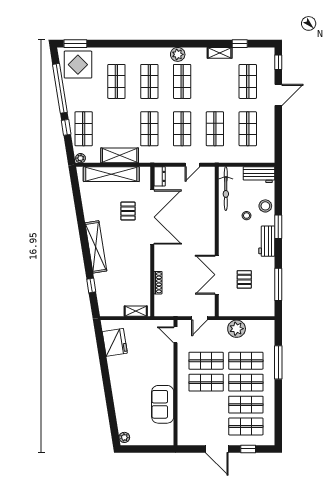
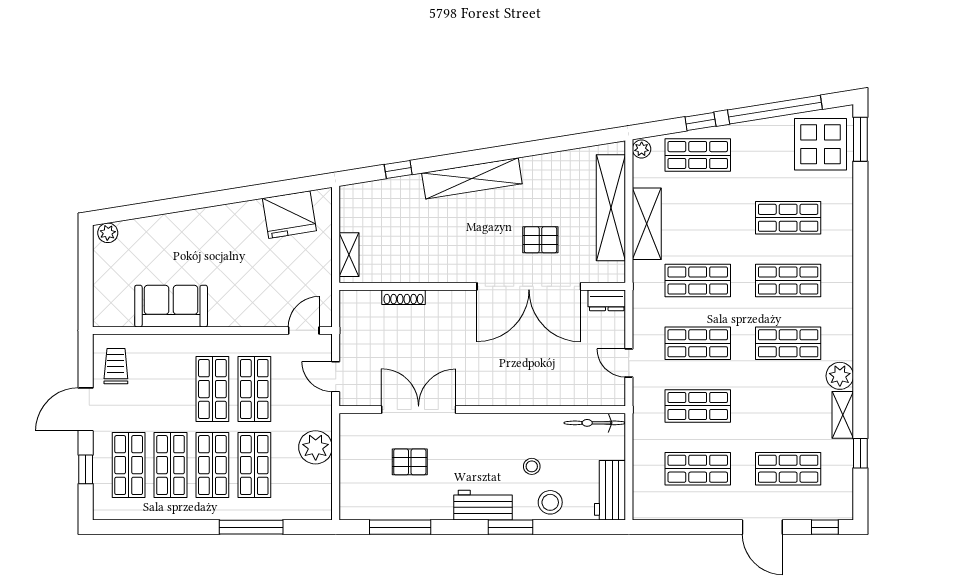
plant: (178, 54) -> (840, 376), moved
bicycle: (226, 189) -> (595, 423), width x0.73, depth x0.71
trolley: (194, 433) -> (116, 366), added

